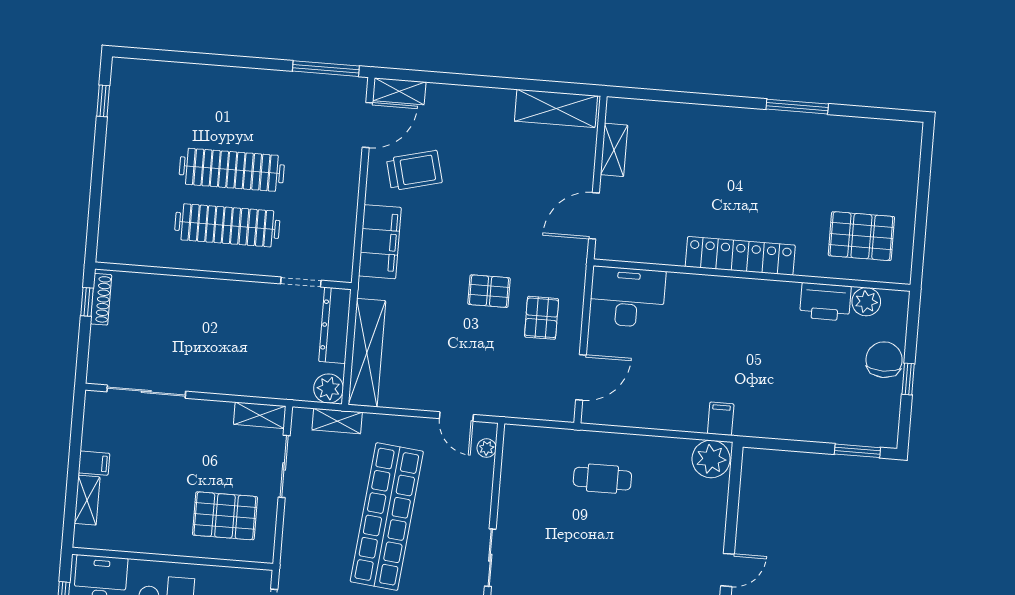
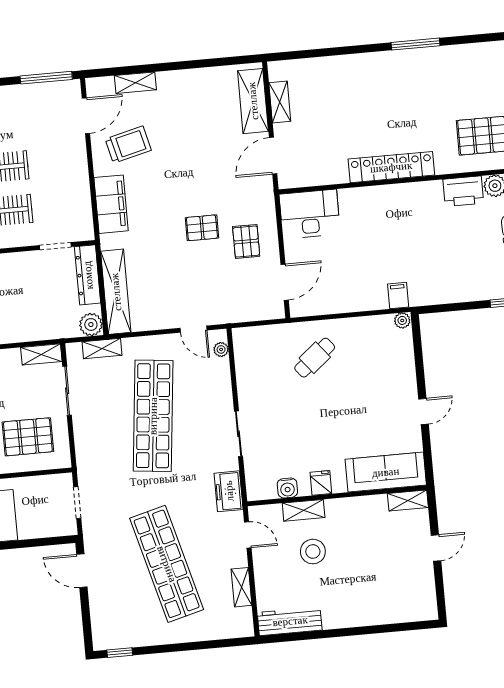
shelving: (399, 91) -> (135, 83), moved
shelving: (556, 108) -> (253, 101), moved, turned 90
plant: (711, 459) -> (402, 320), width x0.53, depth x0.53
cafe table: (602, 479) -> (315, 358), turned -39

